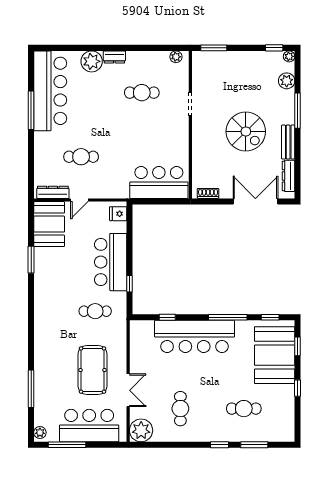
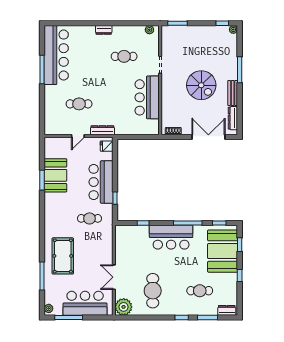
plant: (92, 61) -> (87, 33), removed
plant: (287, 81) -> (232, 48), removed
bar counter: (159, 182) -> (147, 97), moved, turned -90
dresser: (53, 192) -> (102, 130), moved
booth: (49, 224) -> (55, 175), moved
bar counter: (195, 336) -> (171, 237), width x0.73
pool table: (92, 370) -> (63, 256), moved
double door: (128, 390) -> (114, 277), swing flipped
cafe table: (180, 409) -> (153, 291), width x1.37, depth x1.35
dresser: (280, 435) -> (227, 310), added

